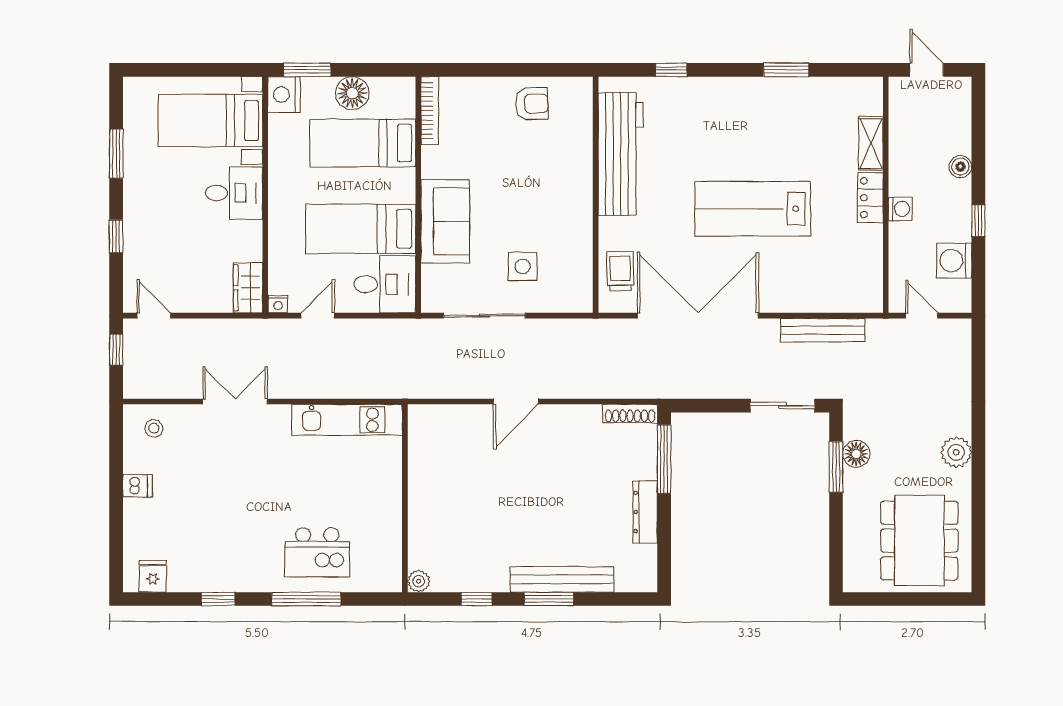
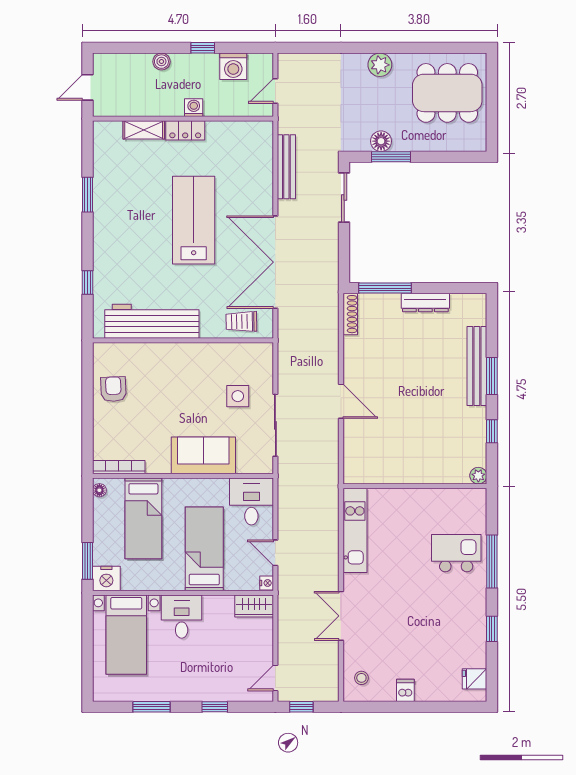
floor lamp: (352, 93) -> (99, 490), moved, width x0.53, depth x0.53
lab bench: (753, 209) -> (194, 220), turned 180
bed: (361, 229) -> (204, 549), moved, turned 180
kitchen island: (317, 552) -> (456, 553), turned -90

